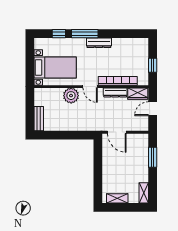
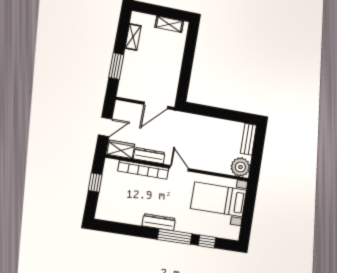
plant: (71, 96) -> (240, 167), moved
door: (117, 132) -> (156, 105), swing flipped
shelving: (144, 193) -> (133, 37), moved

